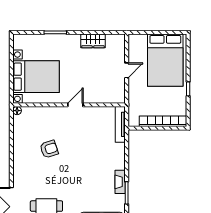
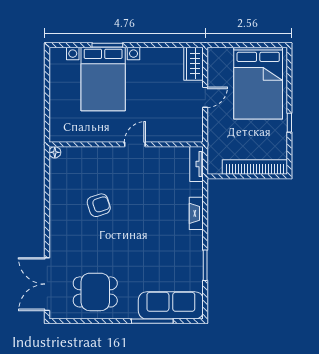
wardrobe: (93, 41) -> (194, 64), moved, turned 90
bed with nightstands: (36, 77) -> (103, 79), moved, turned 90
tv unit: (120, 124) -> (197, 164), width x0.71
fireplace: (120, 182) -> (196, 213), moved

